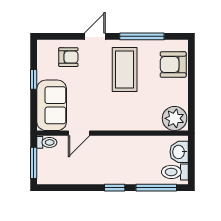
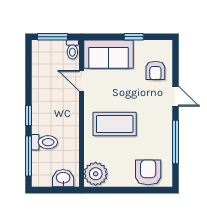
coffee table: (125, 70) -> (115, 124), moved
toilet: (175, 172) -> (45, 142), moved, turned 90

